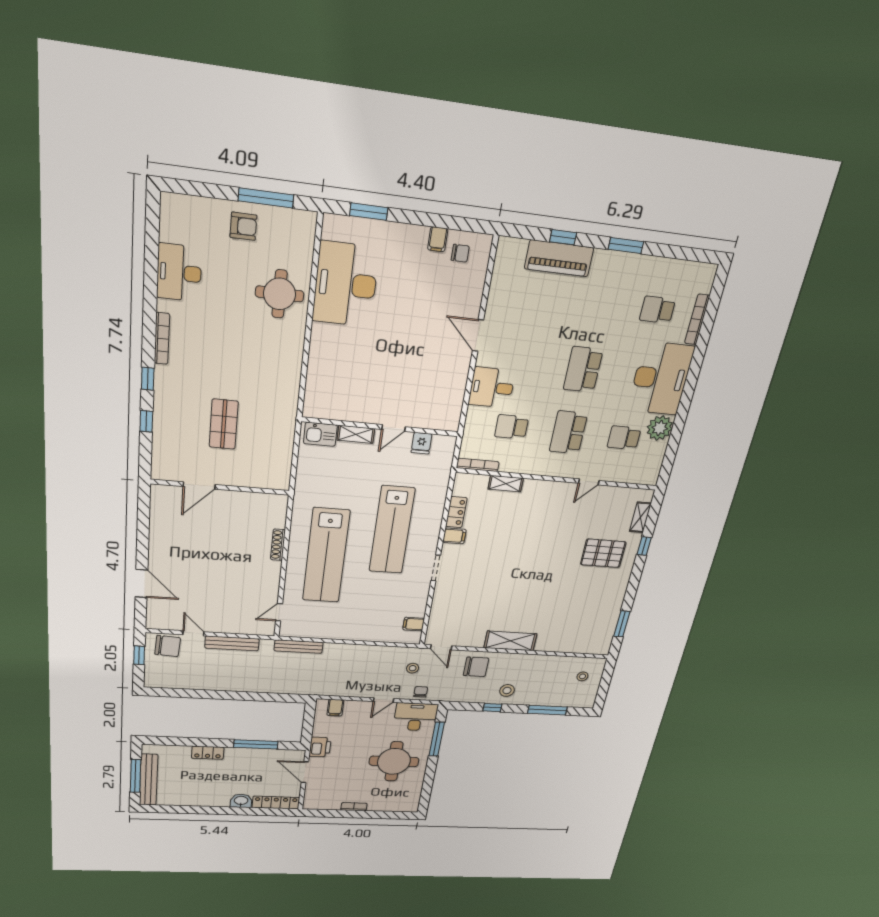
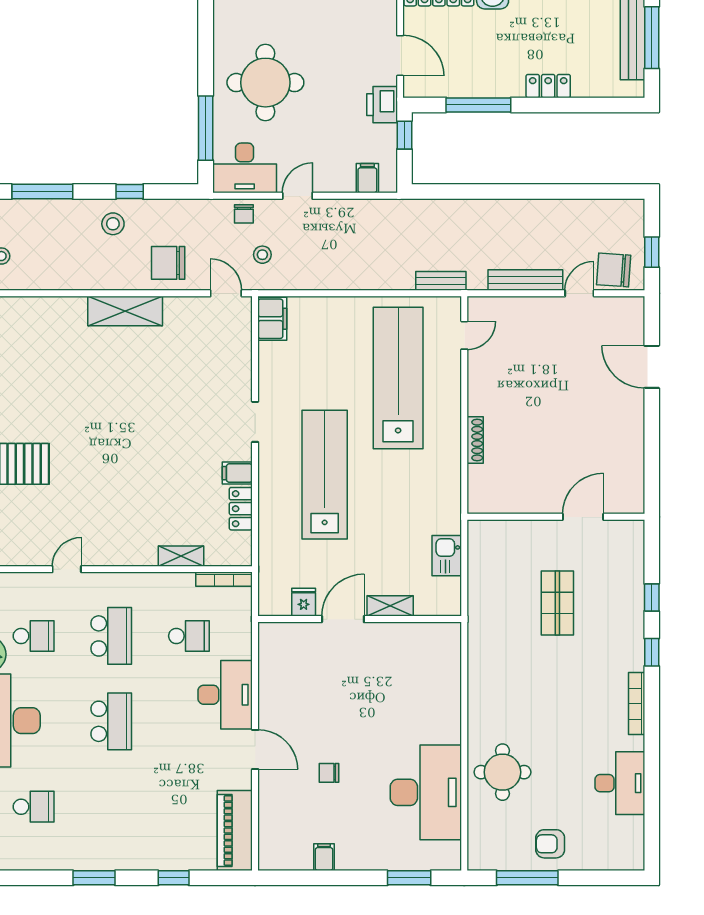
chair: (460, 253) -> (329, 773), moved
piano: (559, 258) -> (235, 831), moved, turned -90
desk: (492, 388) -> (225, 695), width x1.37
door: (394, 428) -> (343, 619), width x1.38
kitchen sink: (320, 434) -> (447, 556), moved, turned -90
lab bench: (326, 556) -> (398, 378), moved
filing cabinet: (414, 624) -> (272, 319), width x2.00
door: (193, 633) -> (579, 293), swing flipped
bench: (299, 647) -> (441, 281), width x0.73
window: (307, 730) -> (404, 135), added

